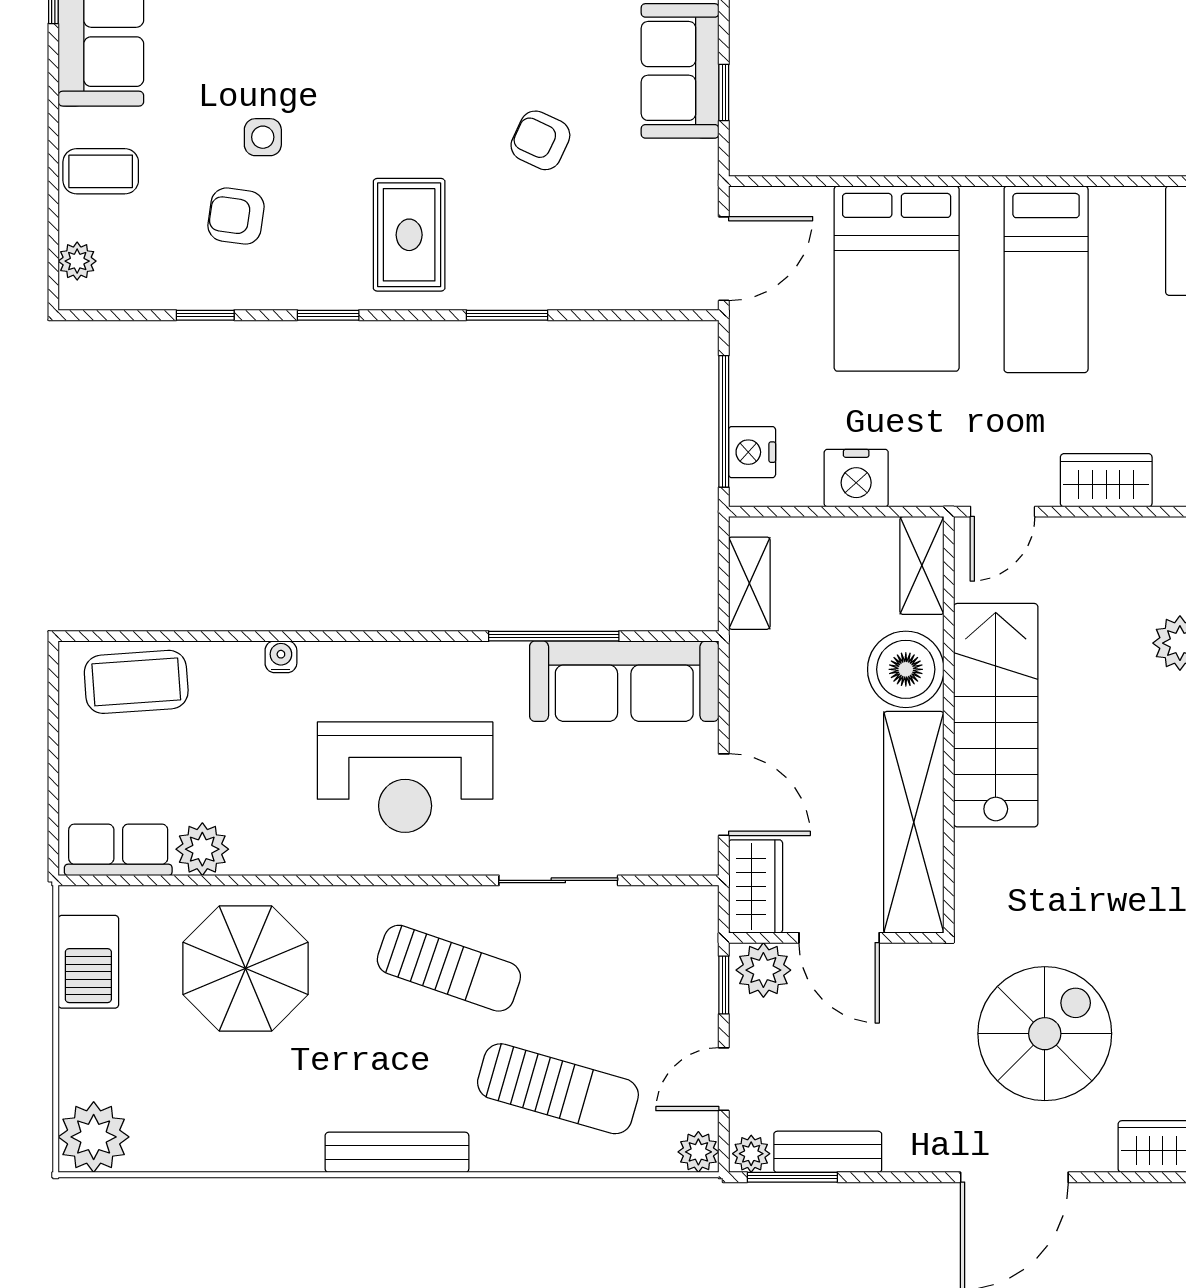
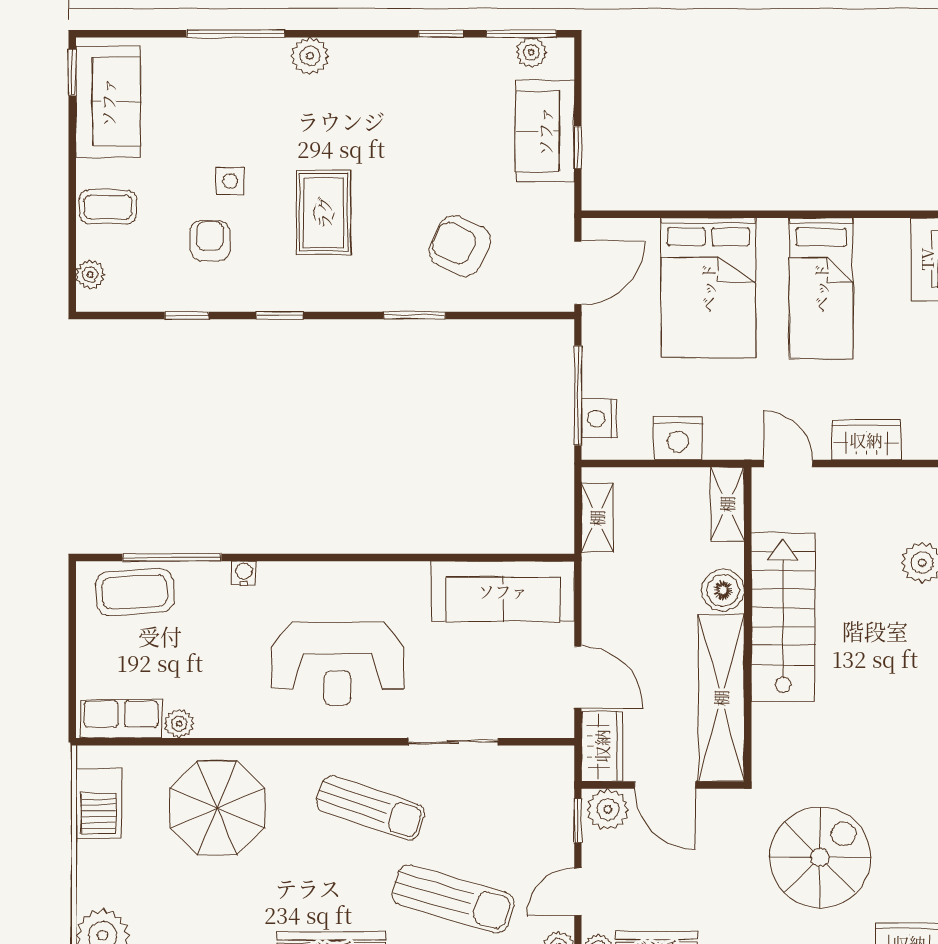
armchair: (540, 140) -> (460, 246), moved, width x1.38, depth x1.38
armchair: (236, 216) -> (210, 241), turned 82
rug: (409, 235) -> (324, 213), moved
door: (1003, 512) -> (788, 464), swing flipped
window: (554, 636) -> (172, 557), moved
boiler: (906, 669) -> (723, 590), width x0.73, depth x0.73
plant: (202, 849) -> (179, 724), width x0.73, depth x0.73

